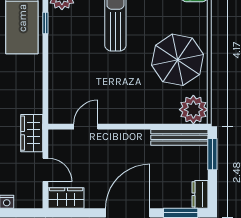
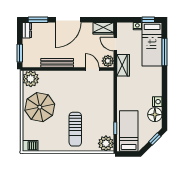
door: (86, 127) -> (92, 69), swing flipped
bench: (179, 137) -> (57, 63), moved
plant: (58, 141) -> (108, 61), added

